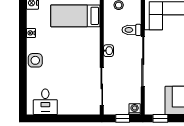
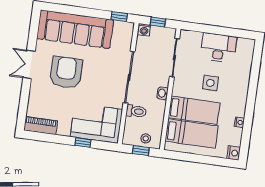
bed: (76, 39) -> (194, 110), added
side table: (35, 60) -> (210, 83), moved
desk: (45, 102) -> (219, 48), moved, width x1.37

